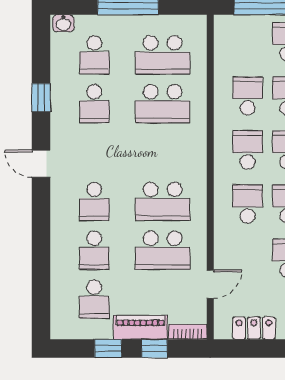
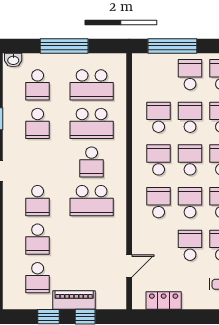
school desk: (163, 250) -> (92, 162), moved, width x0.54
bookcase: (188, 332) -> (111, 303), removed

